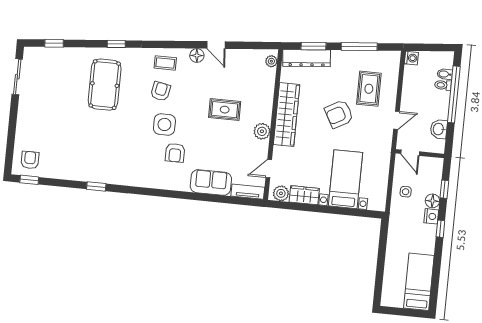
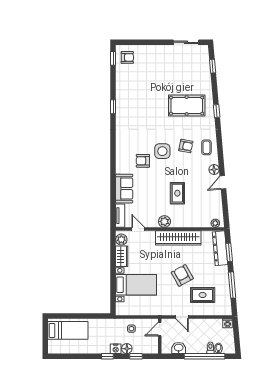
bed: (419, 282) -> (68, 330), moved

